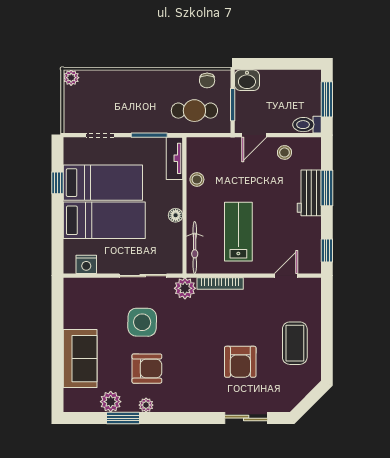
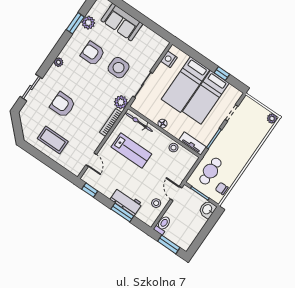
armchair: (147, 369) -> (93, 53), turned 90
plant: (146, 405) -> (58, 62), moved

